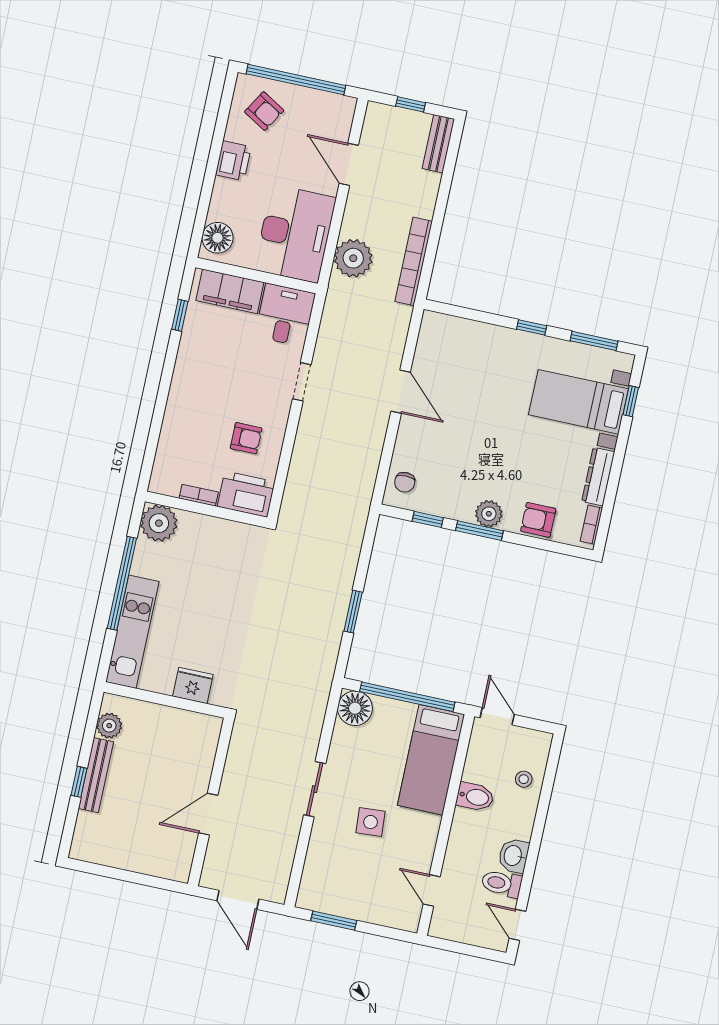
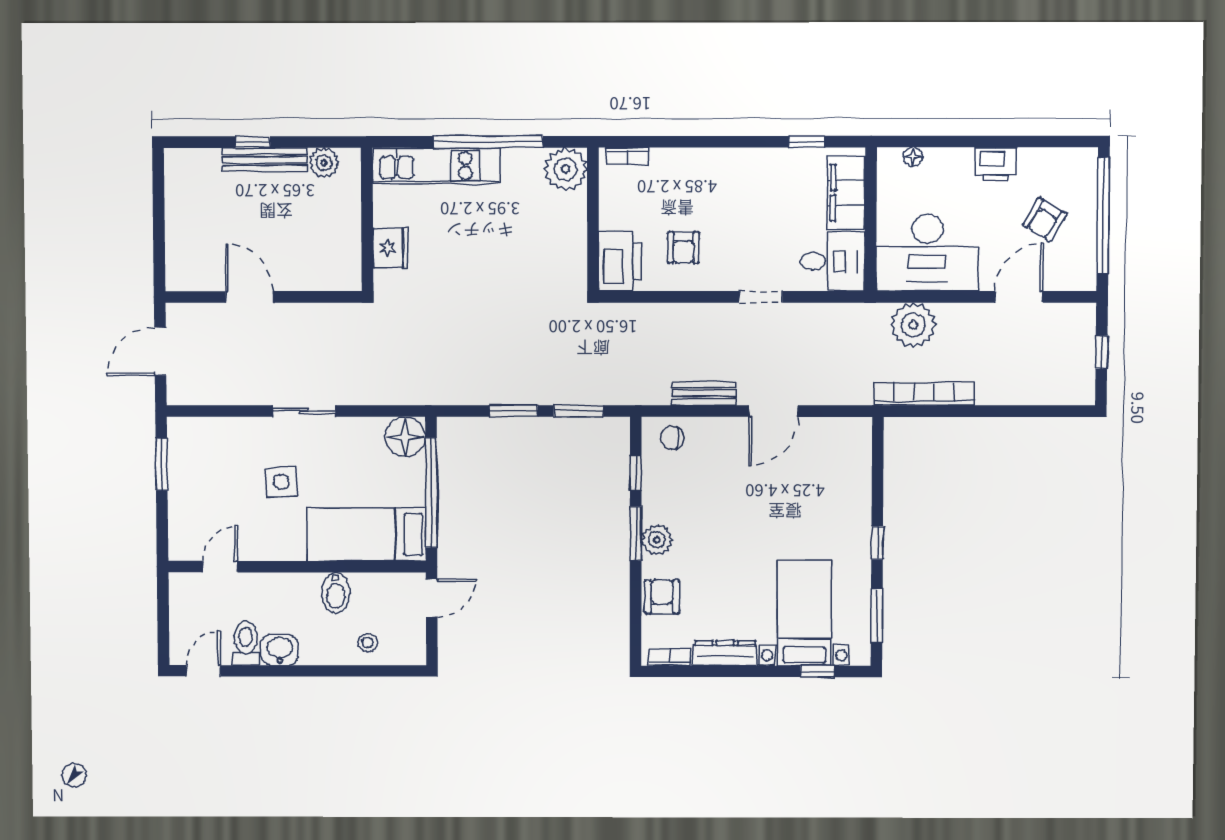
armchair: (264, 111) -> (1045, 219), moved
bench: (438, 144) -> (704, 393), moved
floor lamp: (218, 238) -> (913, 157), width x0.53, depth x0.53
bookcase: (199, 495) -> (627, 156), moved, turned 90
window: (365, 557) -> (579, 411), added

